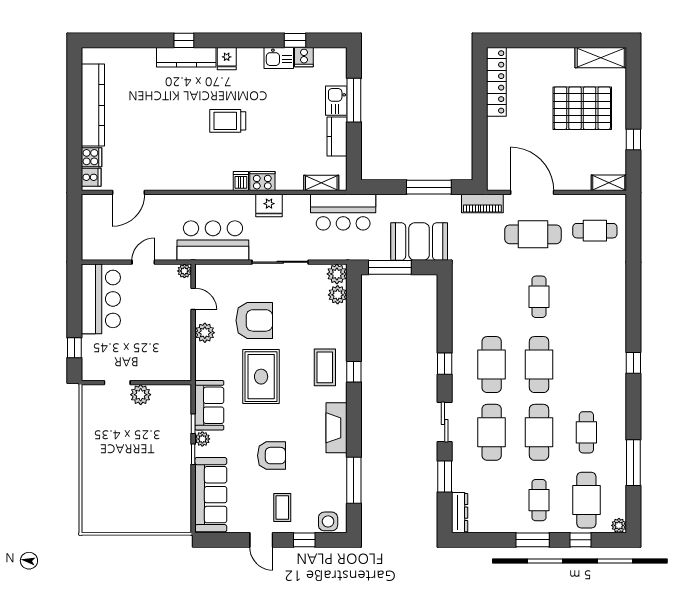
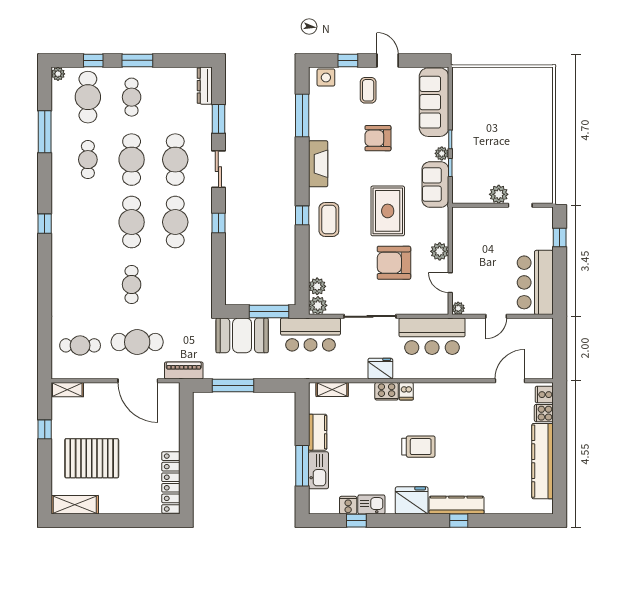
fridge: (227, 59) -> (412, 500), width x1.88, depth x1.34
kitchen sink: (336, 101) -> (318, 470), width x1.38
bar counter: (343, 212) -> (311, 335), moved, turned 180

